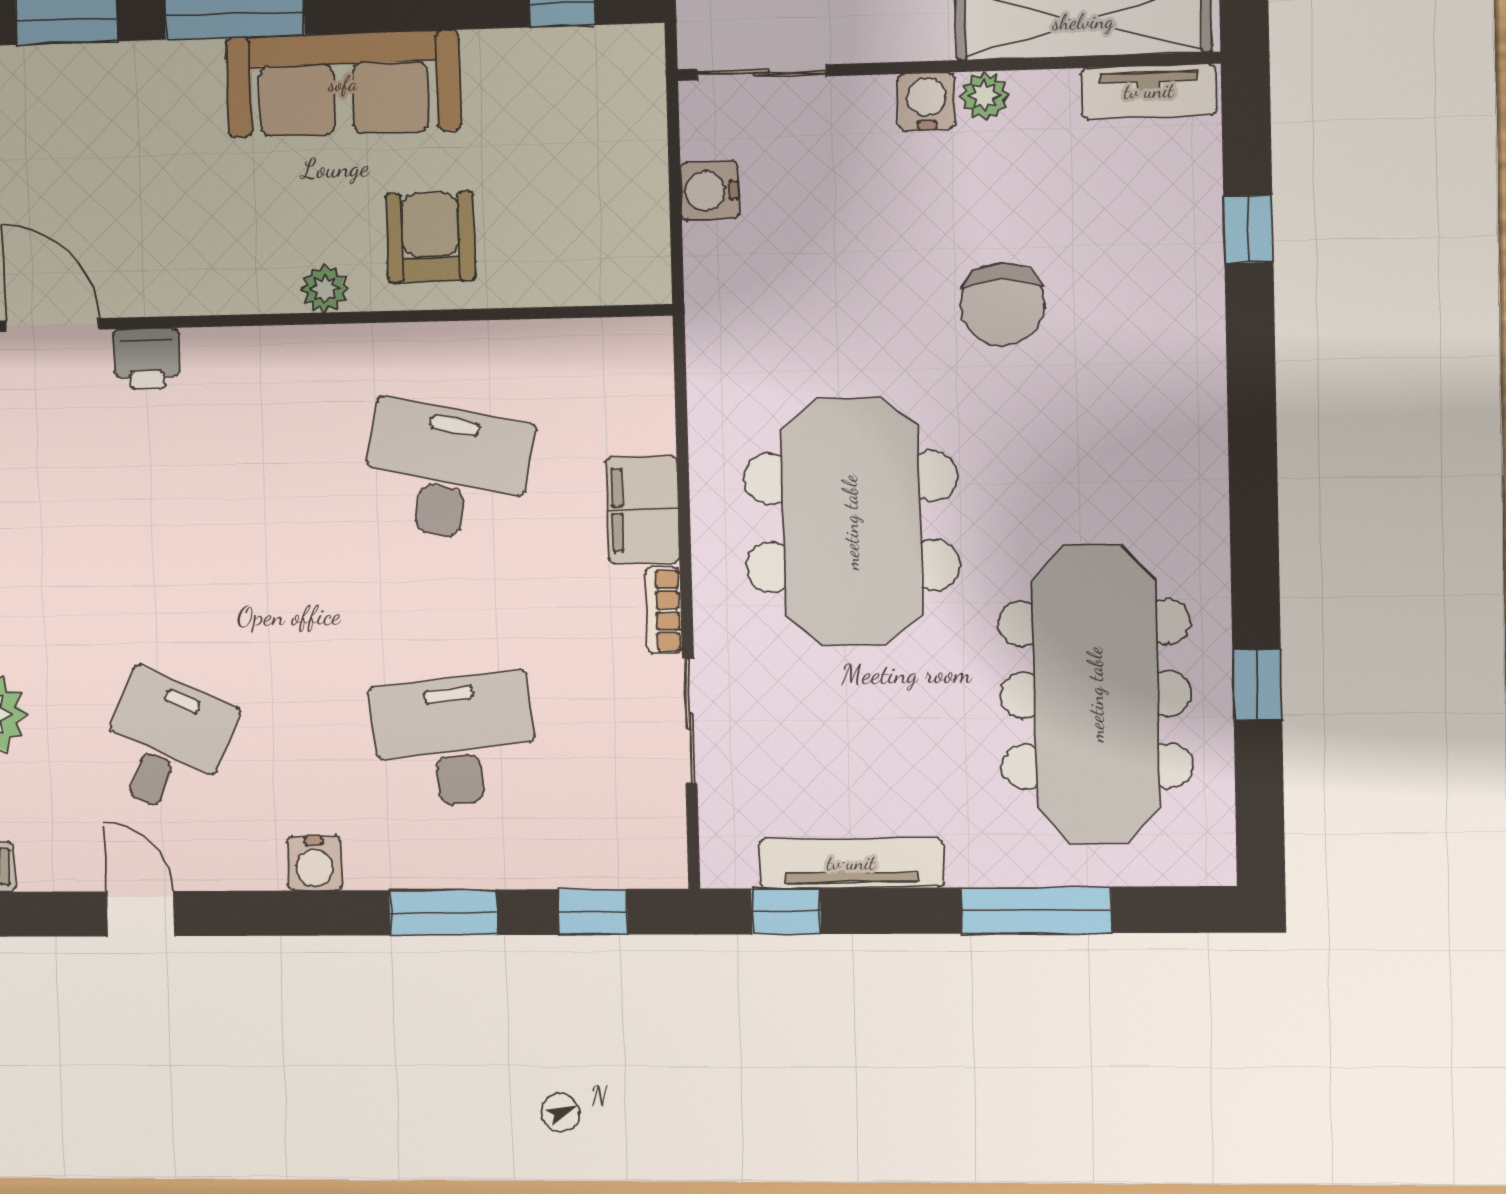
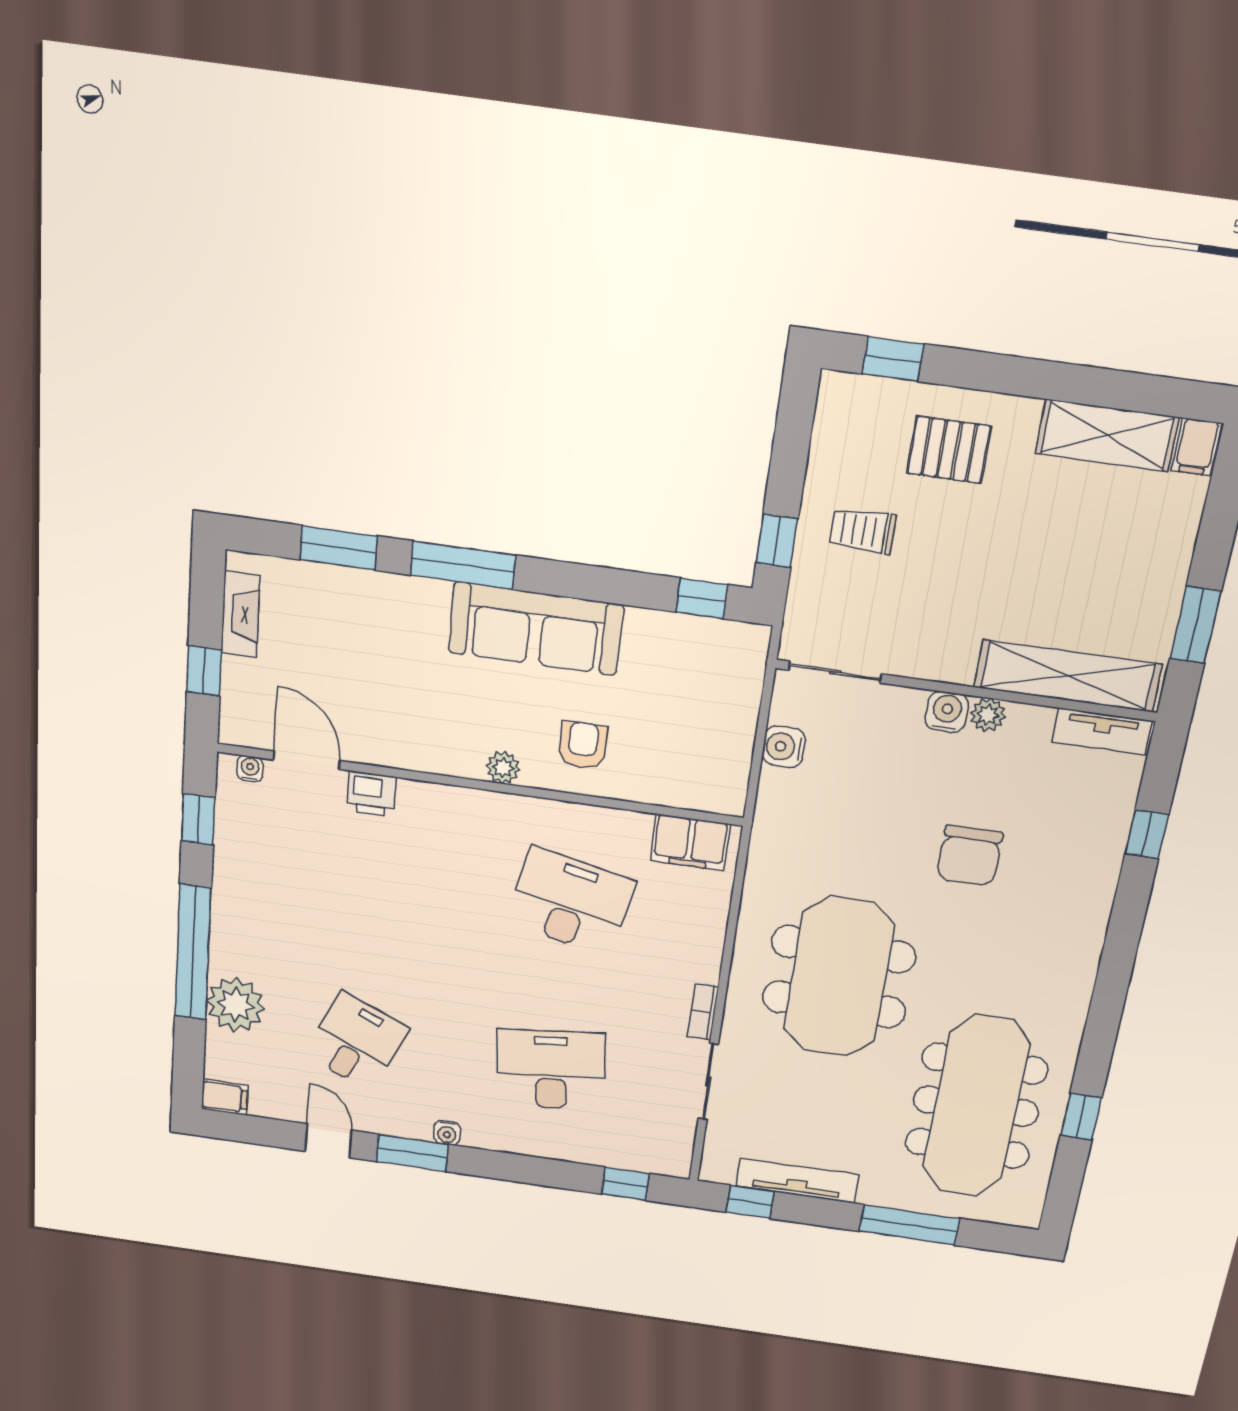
armchair: (431, 237) -> (583, 745), width x0.72, depth x0.72
filing cabinet: (642, 510) -> (690, 842), moved, turned -90
water cooler: (314, 863) -> (447, 1133), width x0.72, depth x0.72
window: (443, 913) -> (412, 1153), moved

